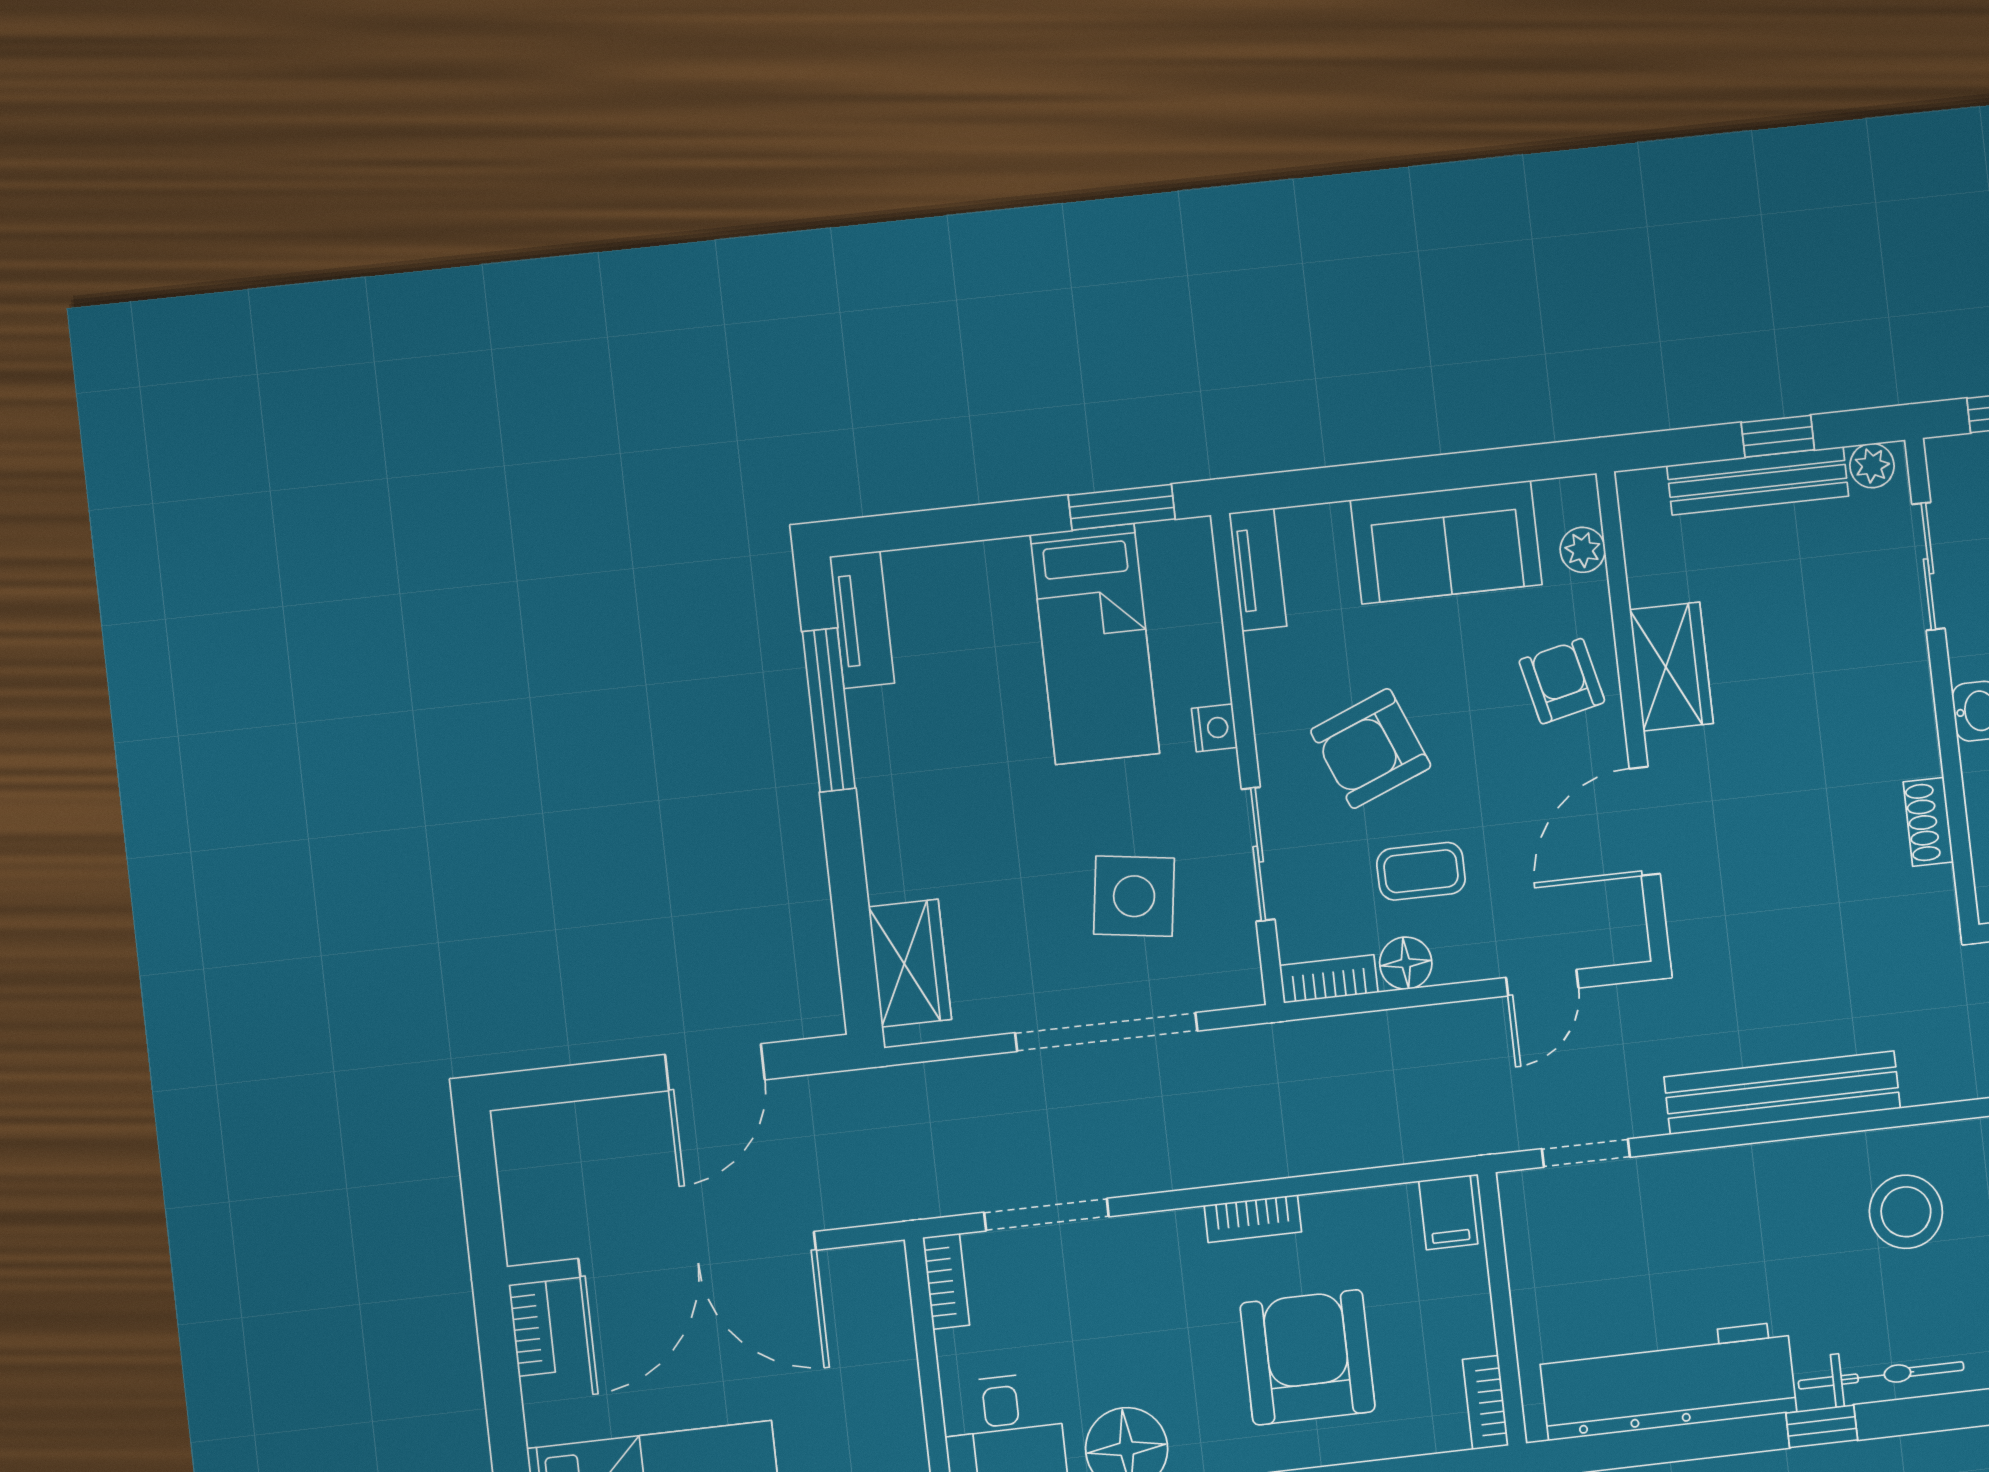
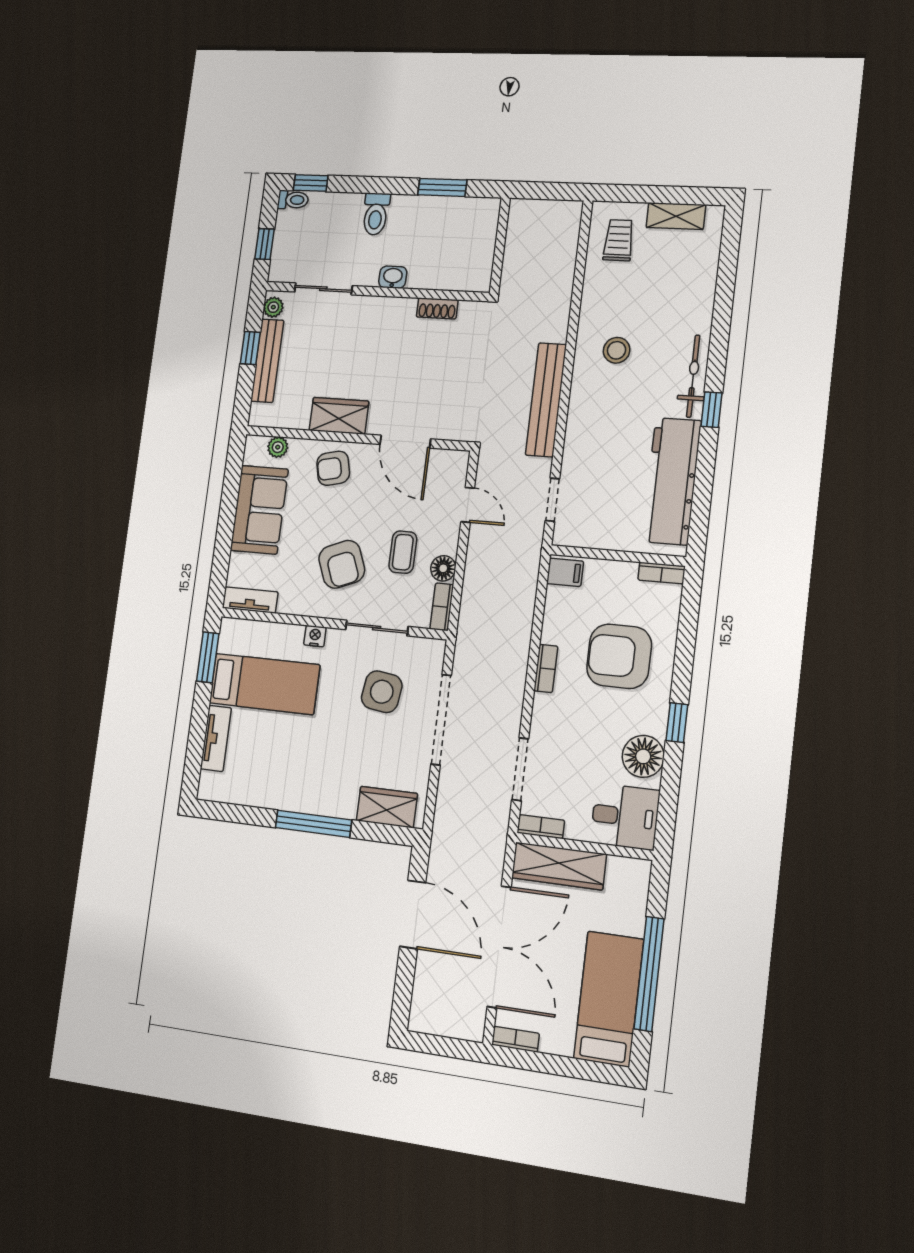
tv unit: (862, 620) -> (216, 738), moved, turned 90
window: (829, 710) -> (313, 824), moved
door: (715, 1067) -> (413, 915), width x1.36
stool: (1906, 1212) -> (617, 350), width x0.73, depth x0.73
wardrobe: (880, 1335) -> (559, 866), added

